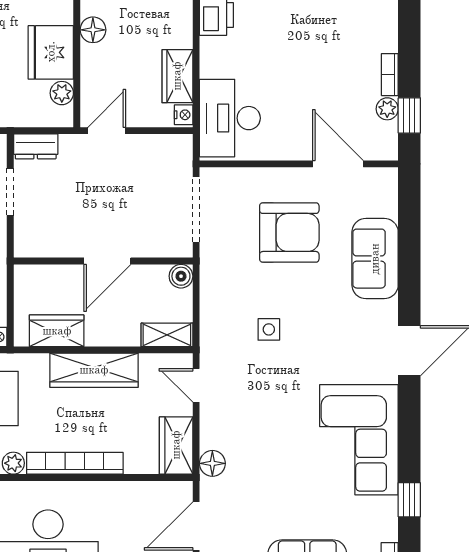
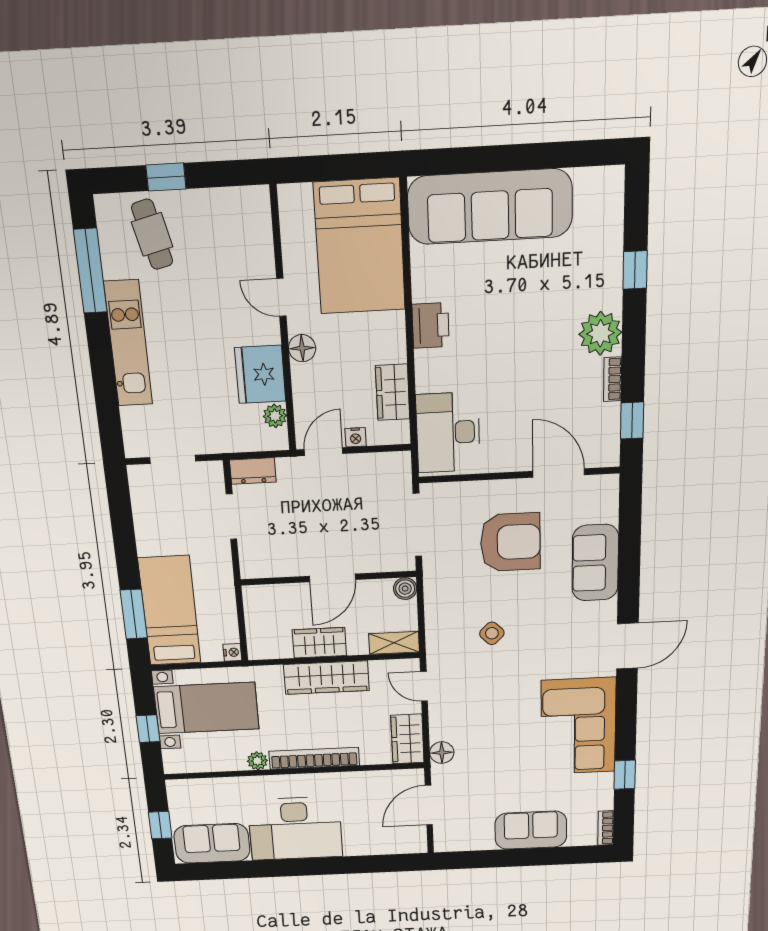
plant: (387, 109) -> (600, 333), moved, width x1.87, depth x1.87
nightstand: (184, 115) -> (356, 437), moved, turned 90
side table: (269, 329) -> (492, 633), turned 45
wardrobe: (57, 331) -> (319, 643), moved

